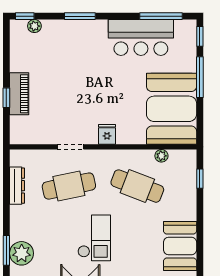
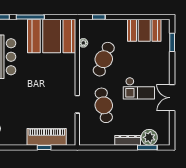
piano: (19, 94) -> (47, 137), width x1.37, depth x1.33
fridge: (107, 134) -> (69, 80), removed
dresser: (17, 186) -> (128, 140), moved
checkout: (94, 238) -> (139, 88), turned 180

